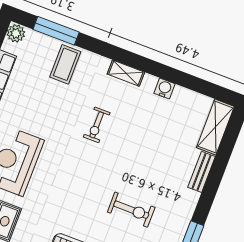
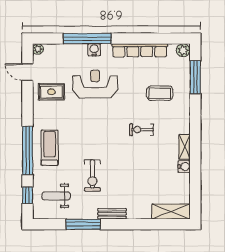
coffee table: (65, 64) -> (160, 93), moved
shelving: (126, 73) -> (185, 147), moved
bench: (202, 172) -> (112, 214), moved

